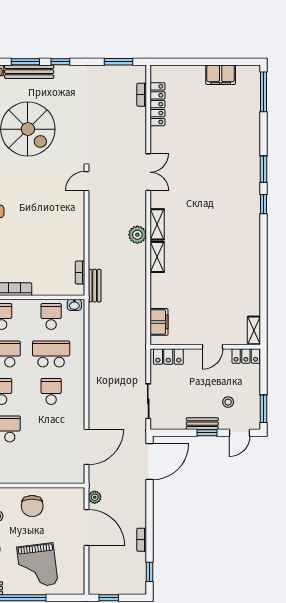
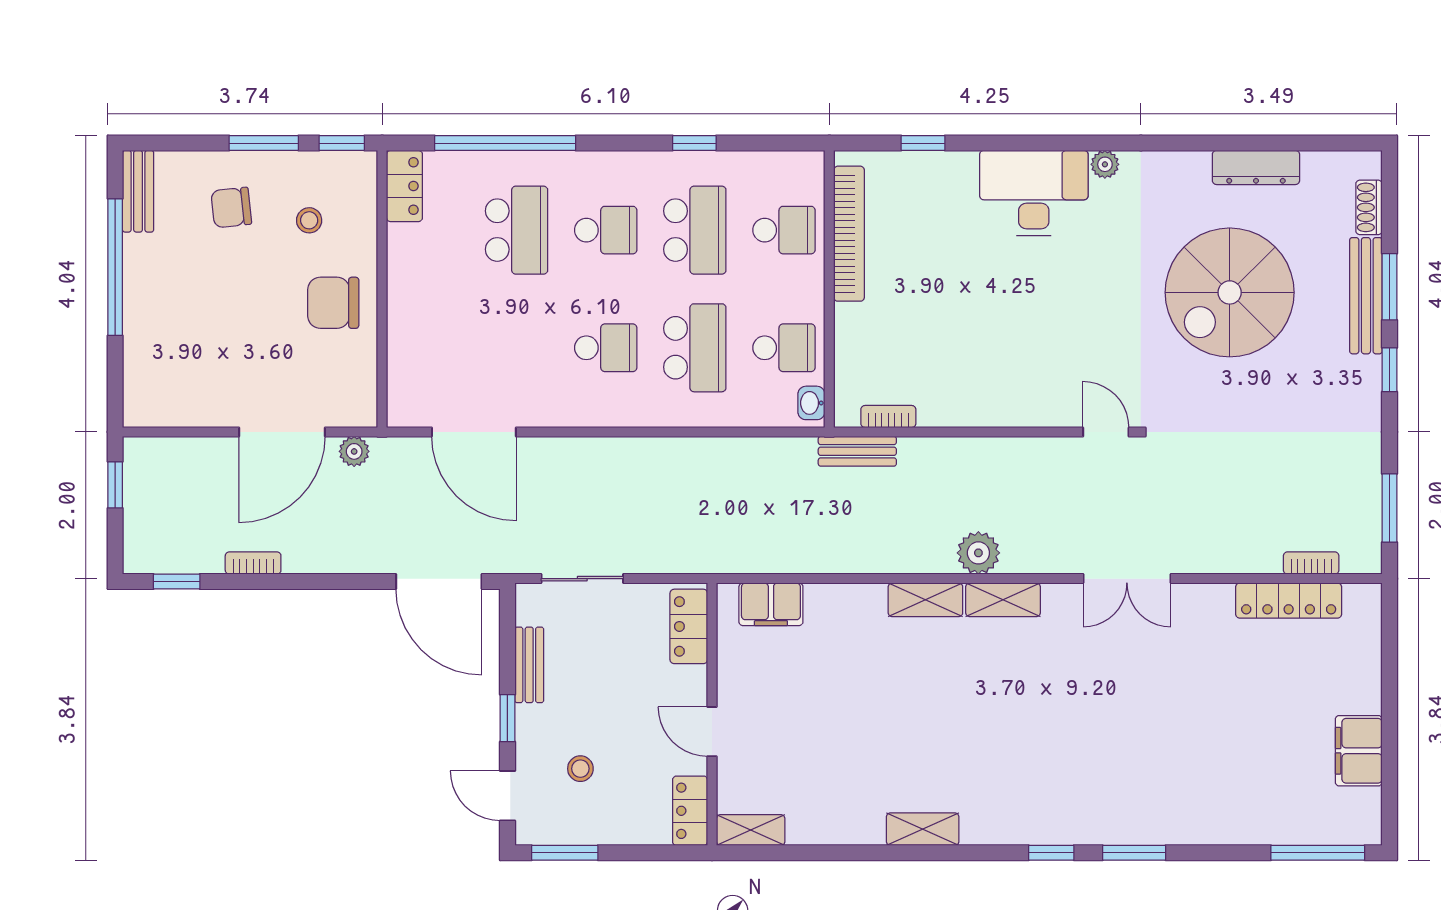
shelving: (254, 258) -> (923, 829), added
bench: (202, 424) -> (529, 665), moved
grand piano: (37, 566) -> (192, 315), removed

